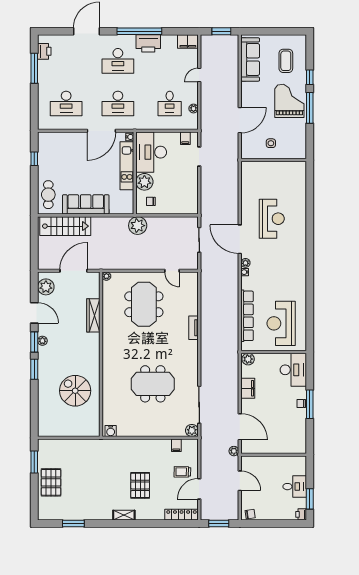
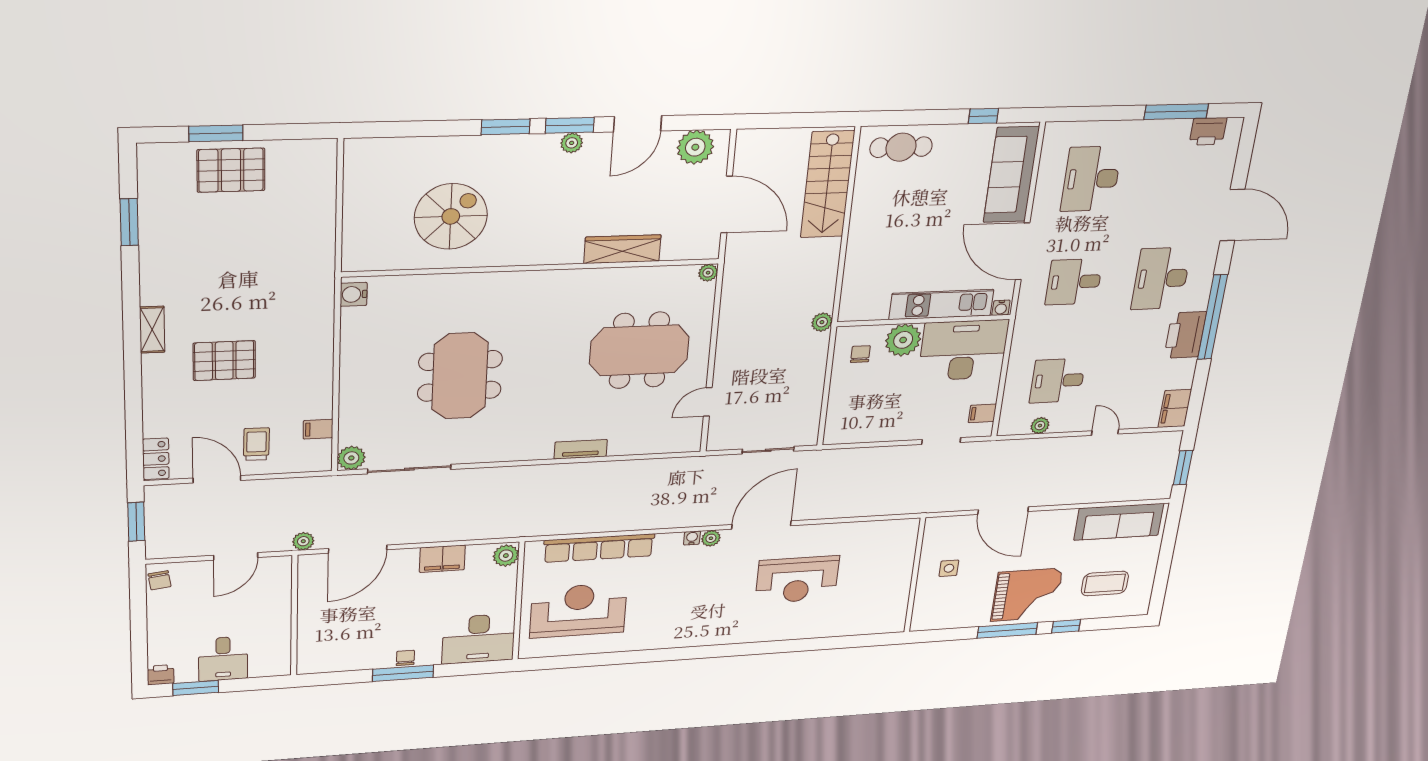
desk: (118, 103) -> (1074, 282), width x0.73
sofa: (86, 204) -> (1011, 175), moved, turned 180
plant: (138, 226) -> (822, 322), width x0.53, depth x0.53
window: (34, 462) -> (216, 133), moved
locker: (182, 515) -> (156, 459), width x0.66

